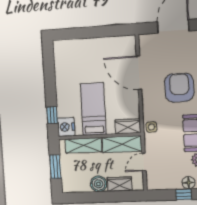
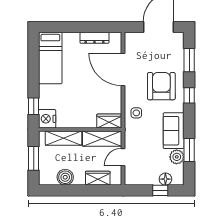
dresser: (108, 42) -> (94, 38), added
bed: (93, 109) -> (50, 58), moved, turned 180
side table: (151, 127) -> (136, 113), moved
boiler: (99, 184) -> (65, 177), moved

